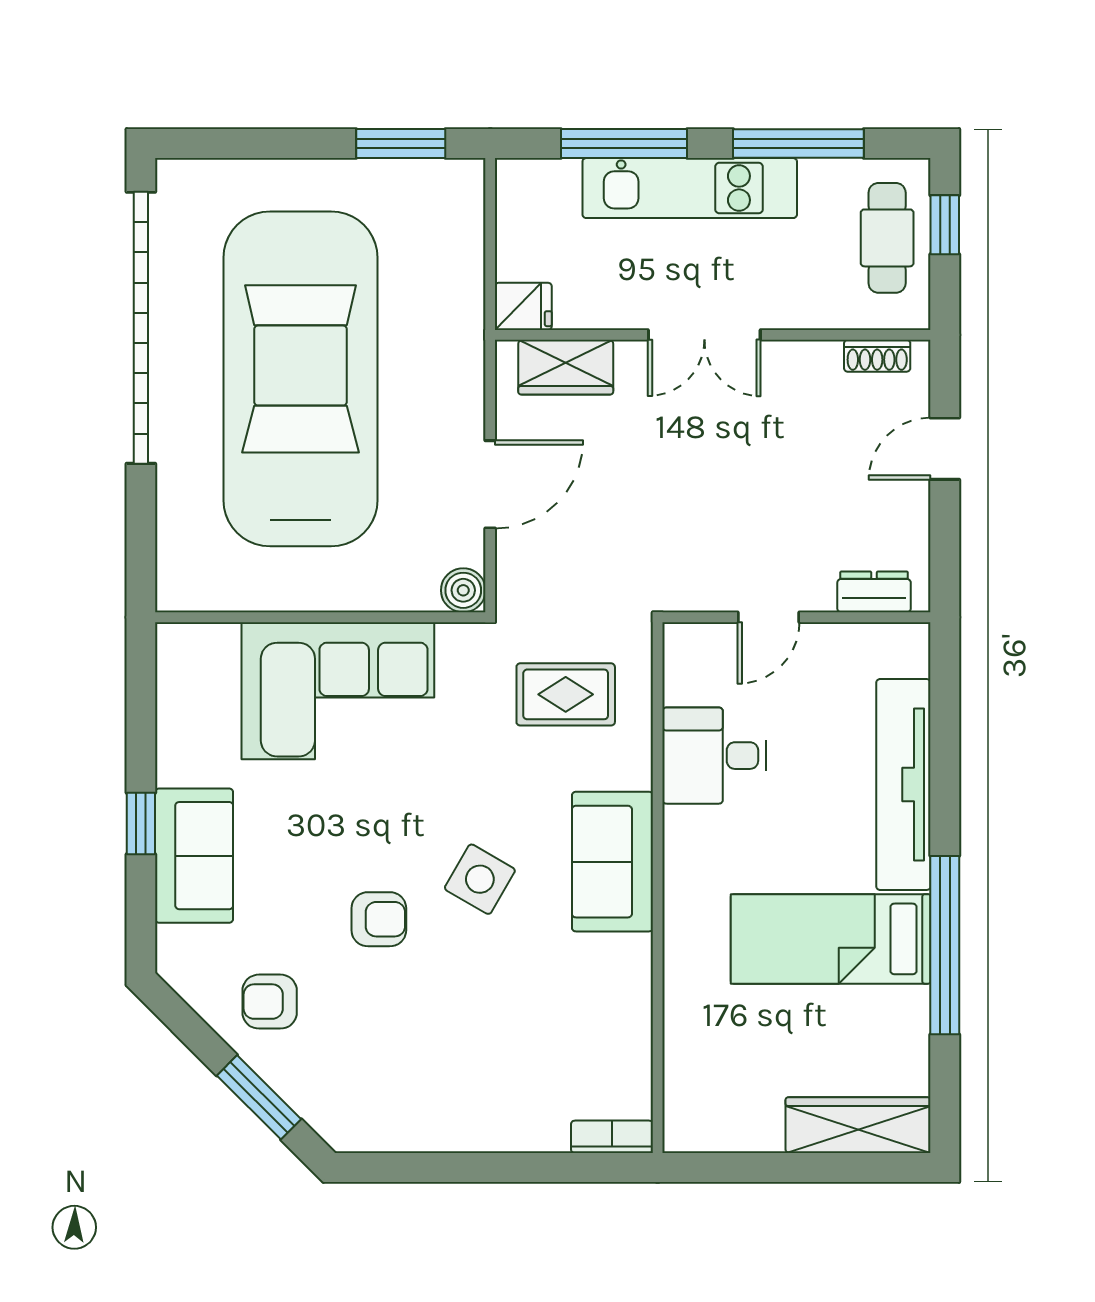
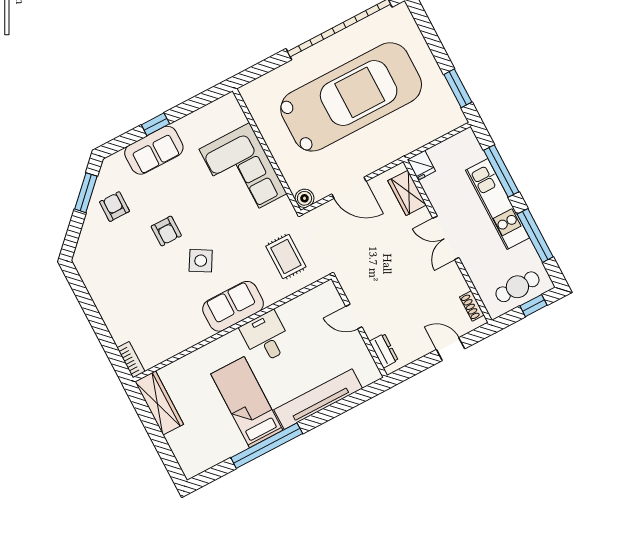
desk: (714, 756) -> (266, 337), moved
window: (259, 1097) -> (86, 193), moved
wardrobe: (858, 1125) -> (159, 403), moved

